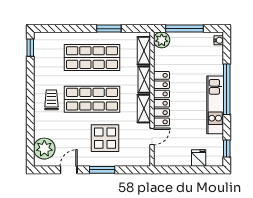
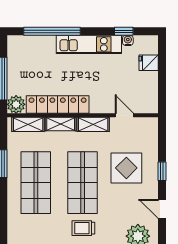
water cooler: (219, 40) -> (128, 40), moved
window: (227, 89) -> (52, 31), moved
locker: (161, 99) -> (58, 105), moved
window: (227, 148) -> (124, 31), moved
window: (102, 170) -> (162, 171), width x0.67

